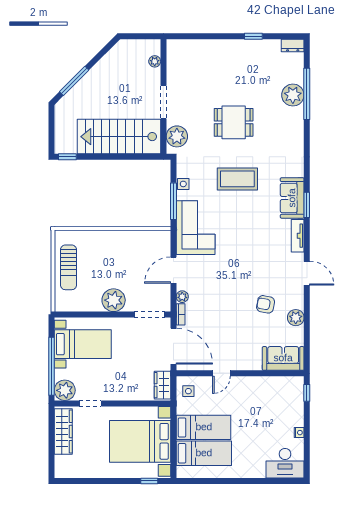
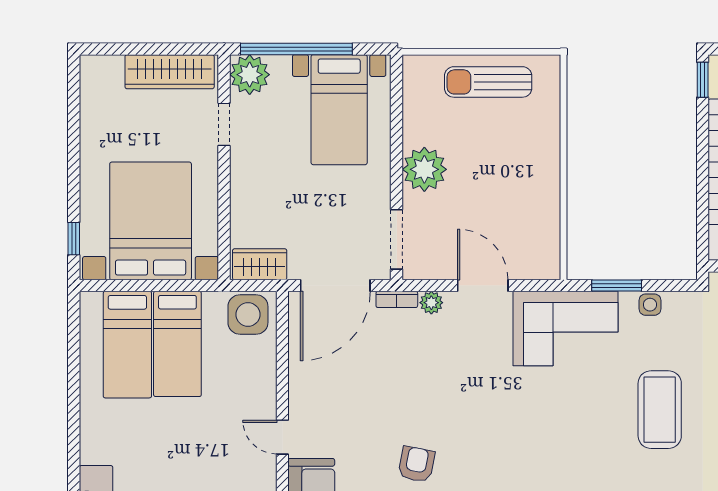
window: (173, 201) -> (617, 286), width x0.69
door: (221, 373) -> (282, 437), moved
side table: (188, 391) -> (248, 315), width x1.87, depth x1.87

